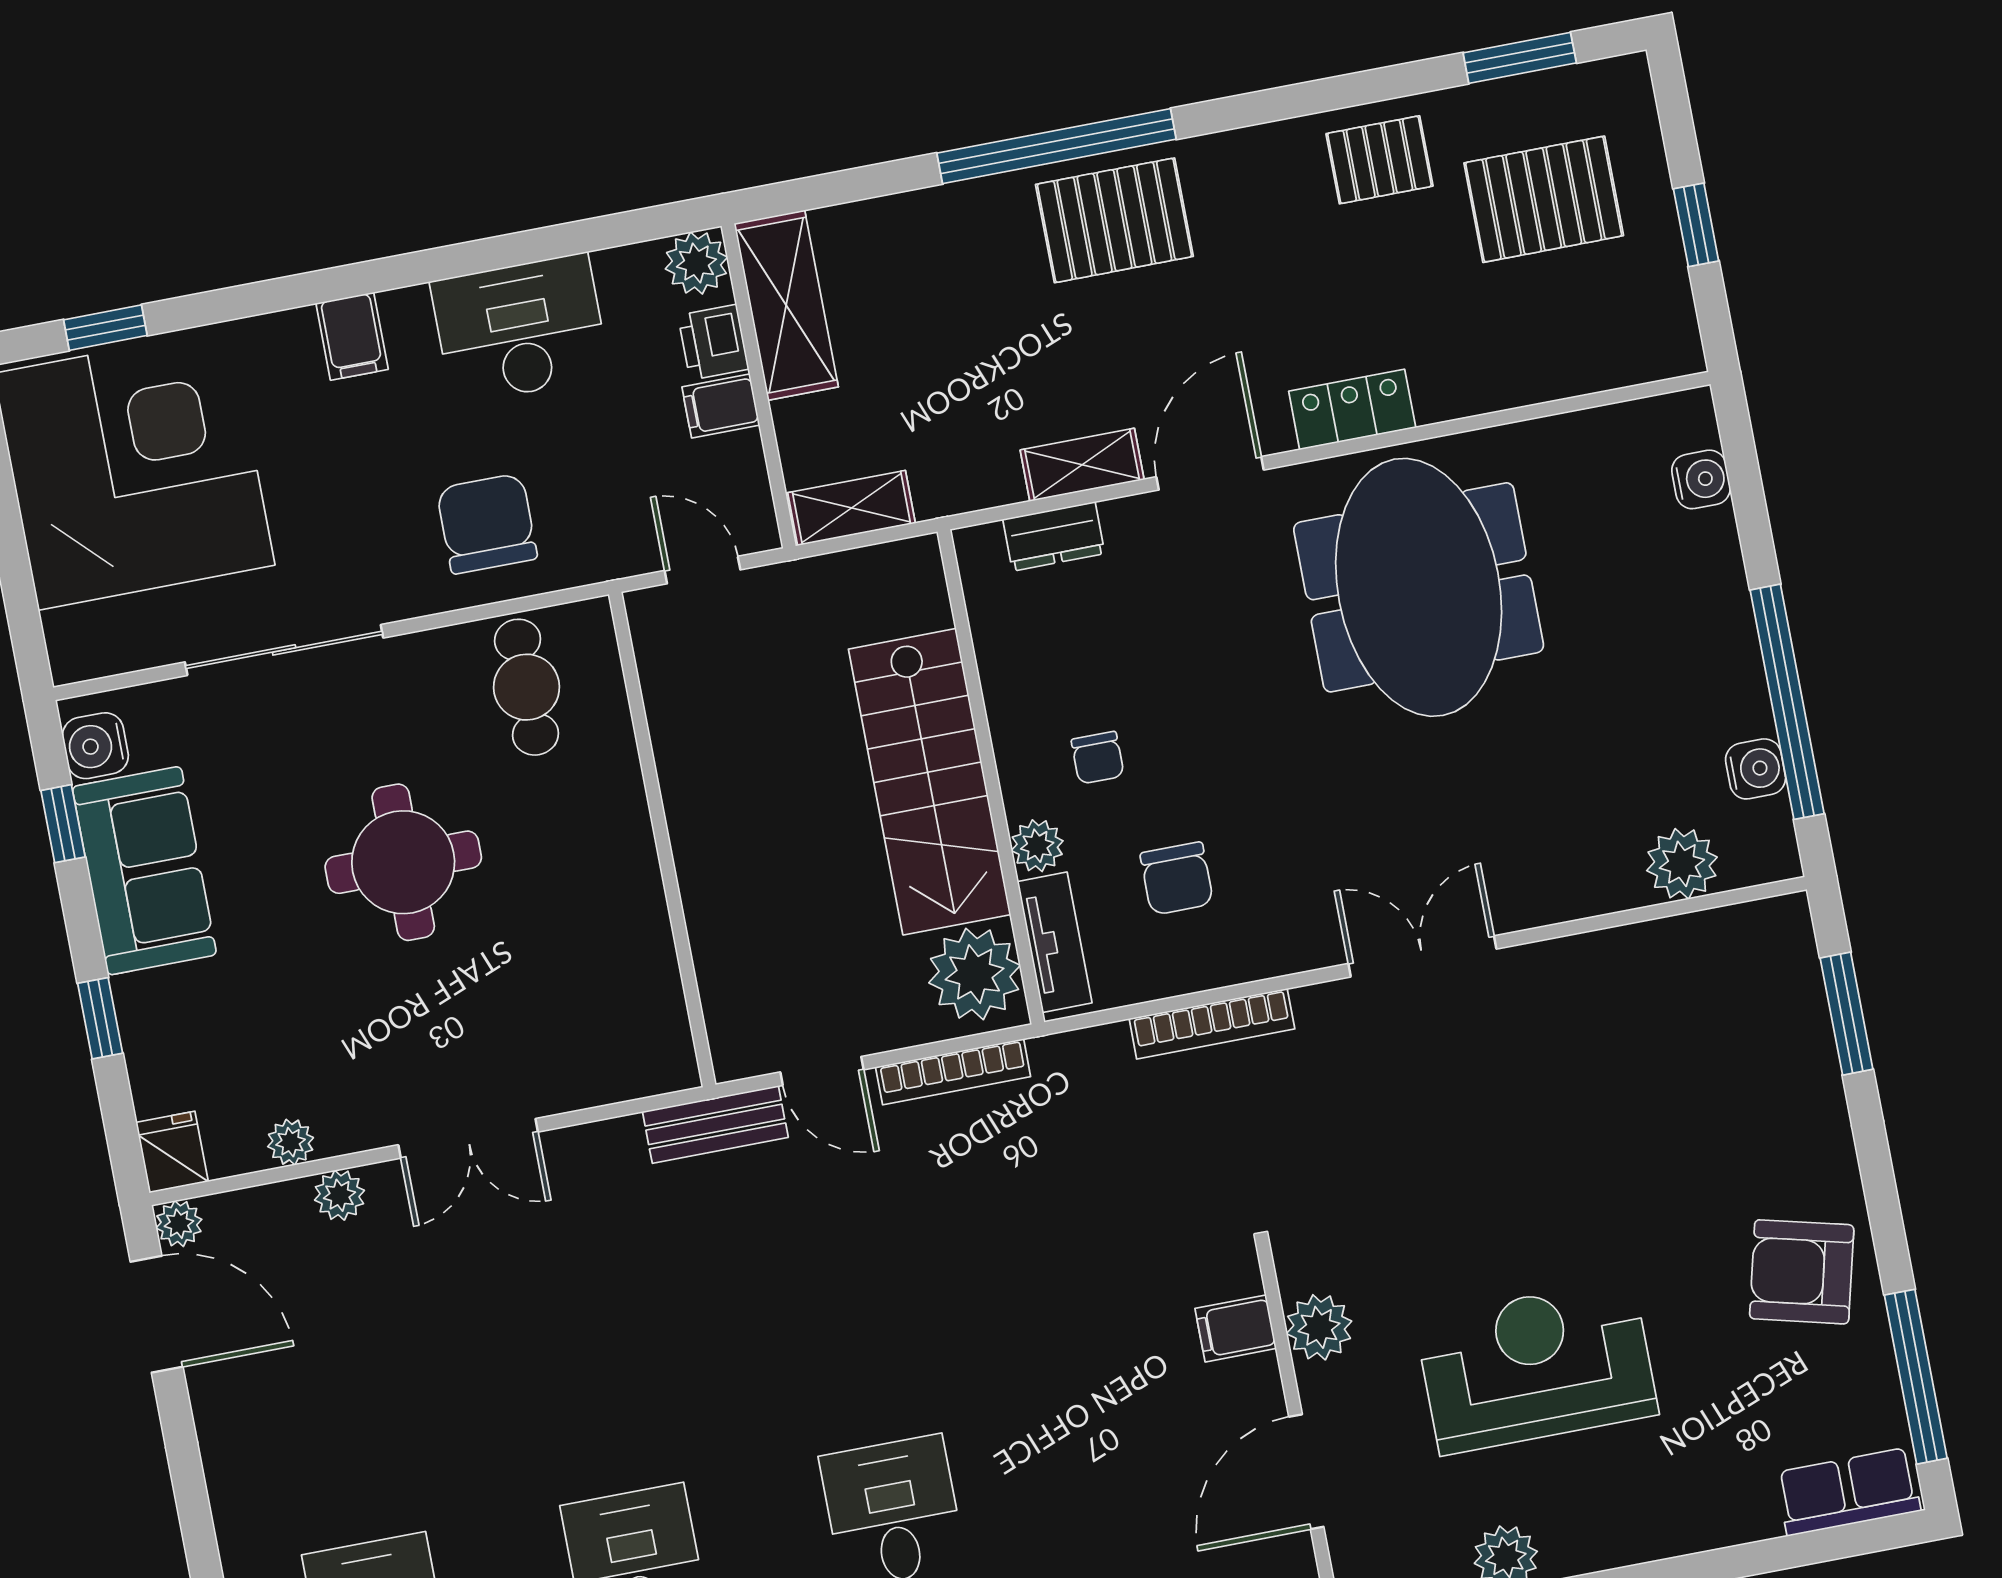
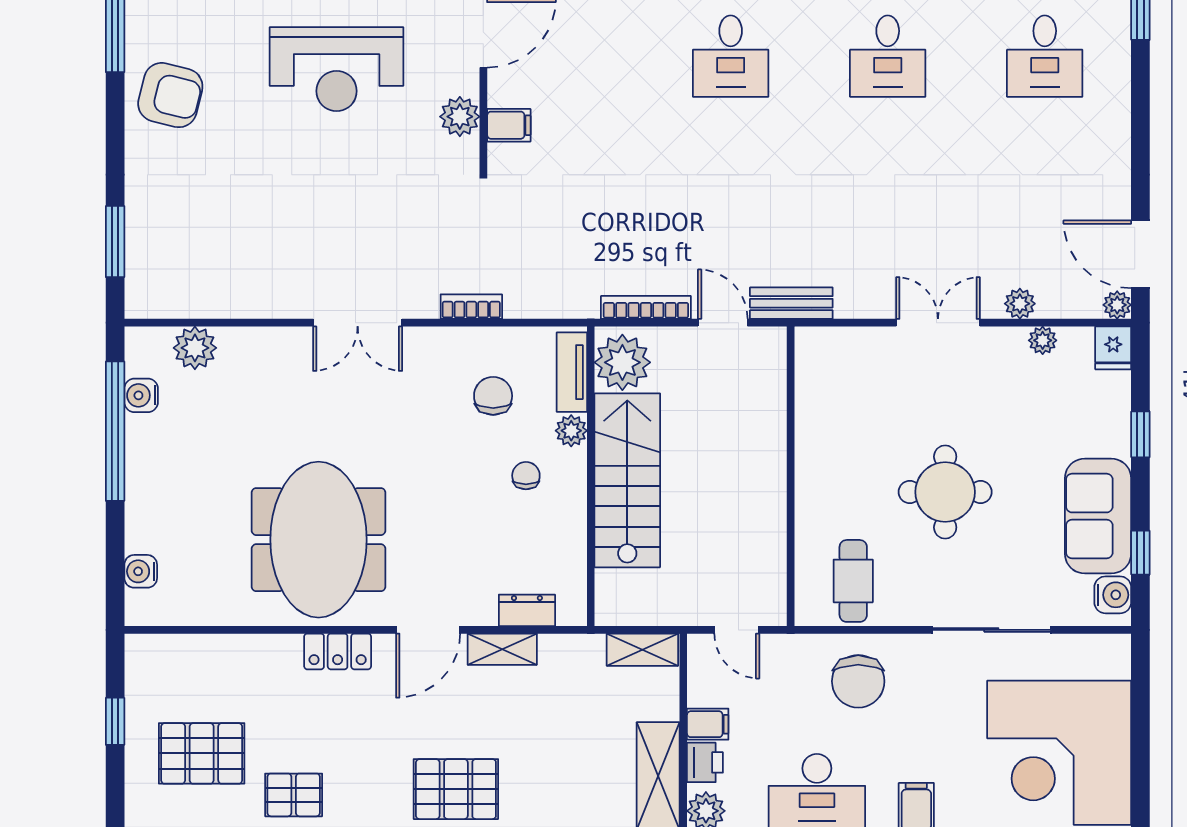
bookcase: (1212, 1024) -> (471, 307), width x0.64

